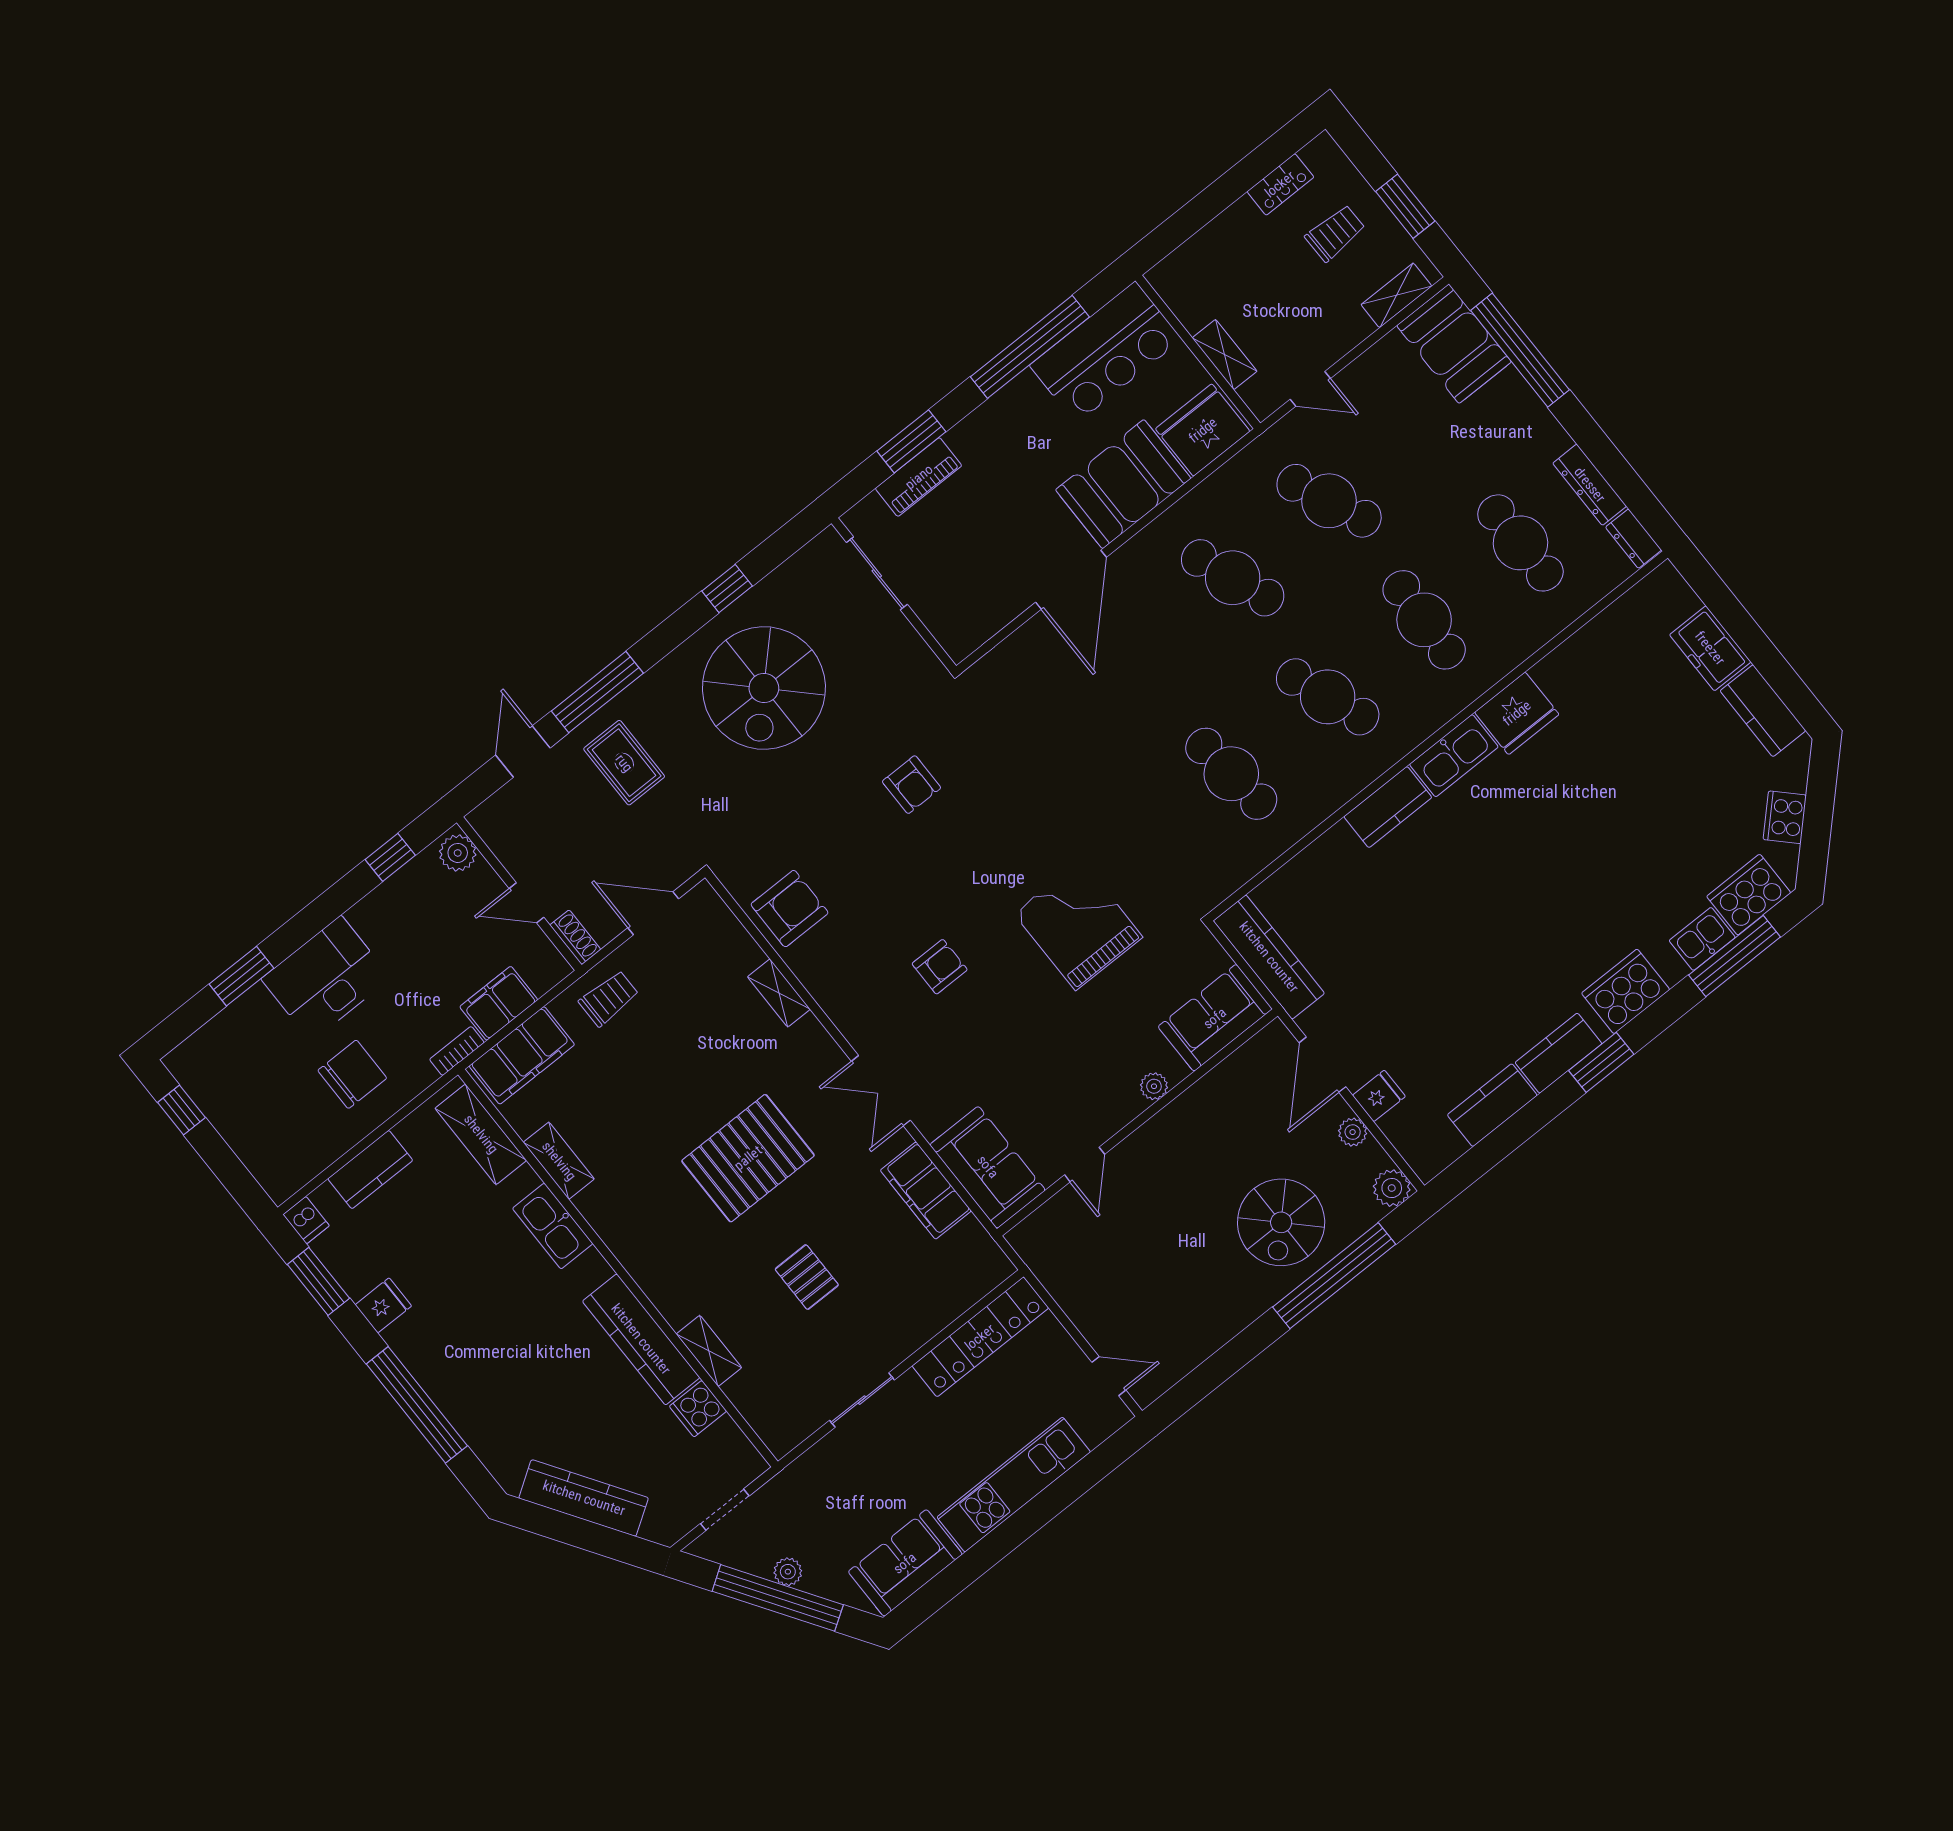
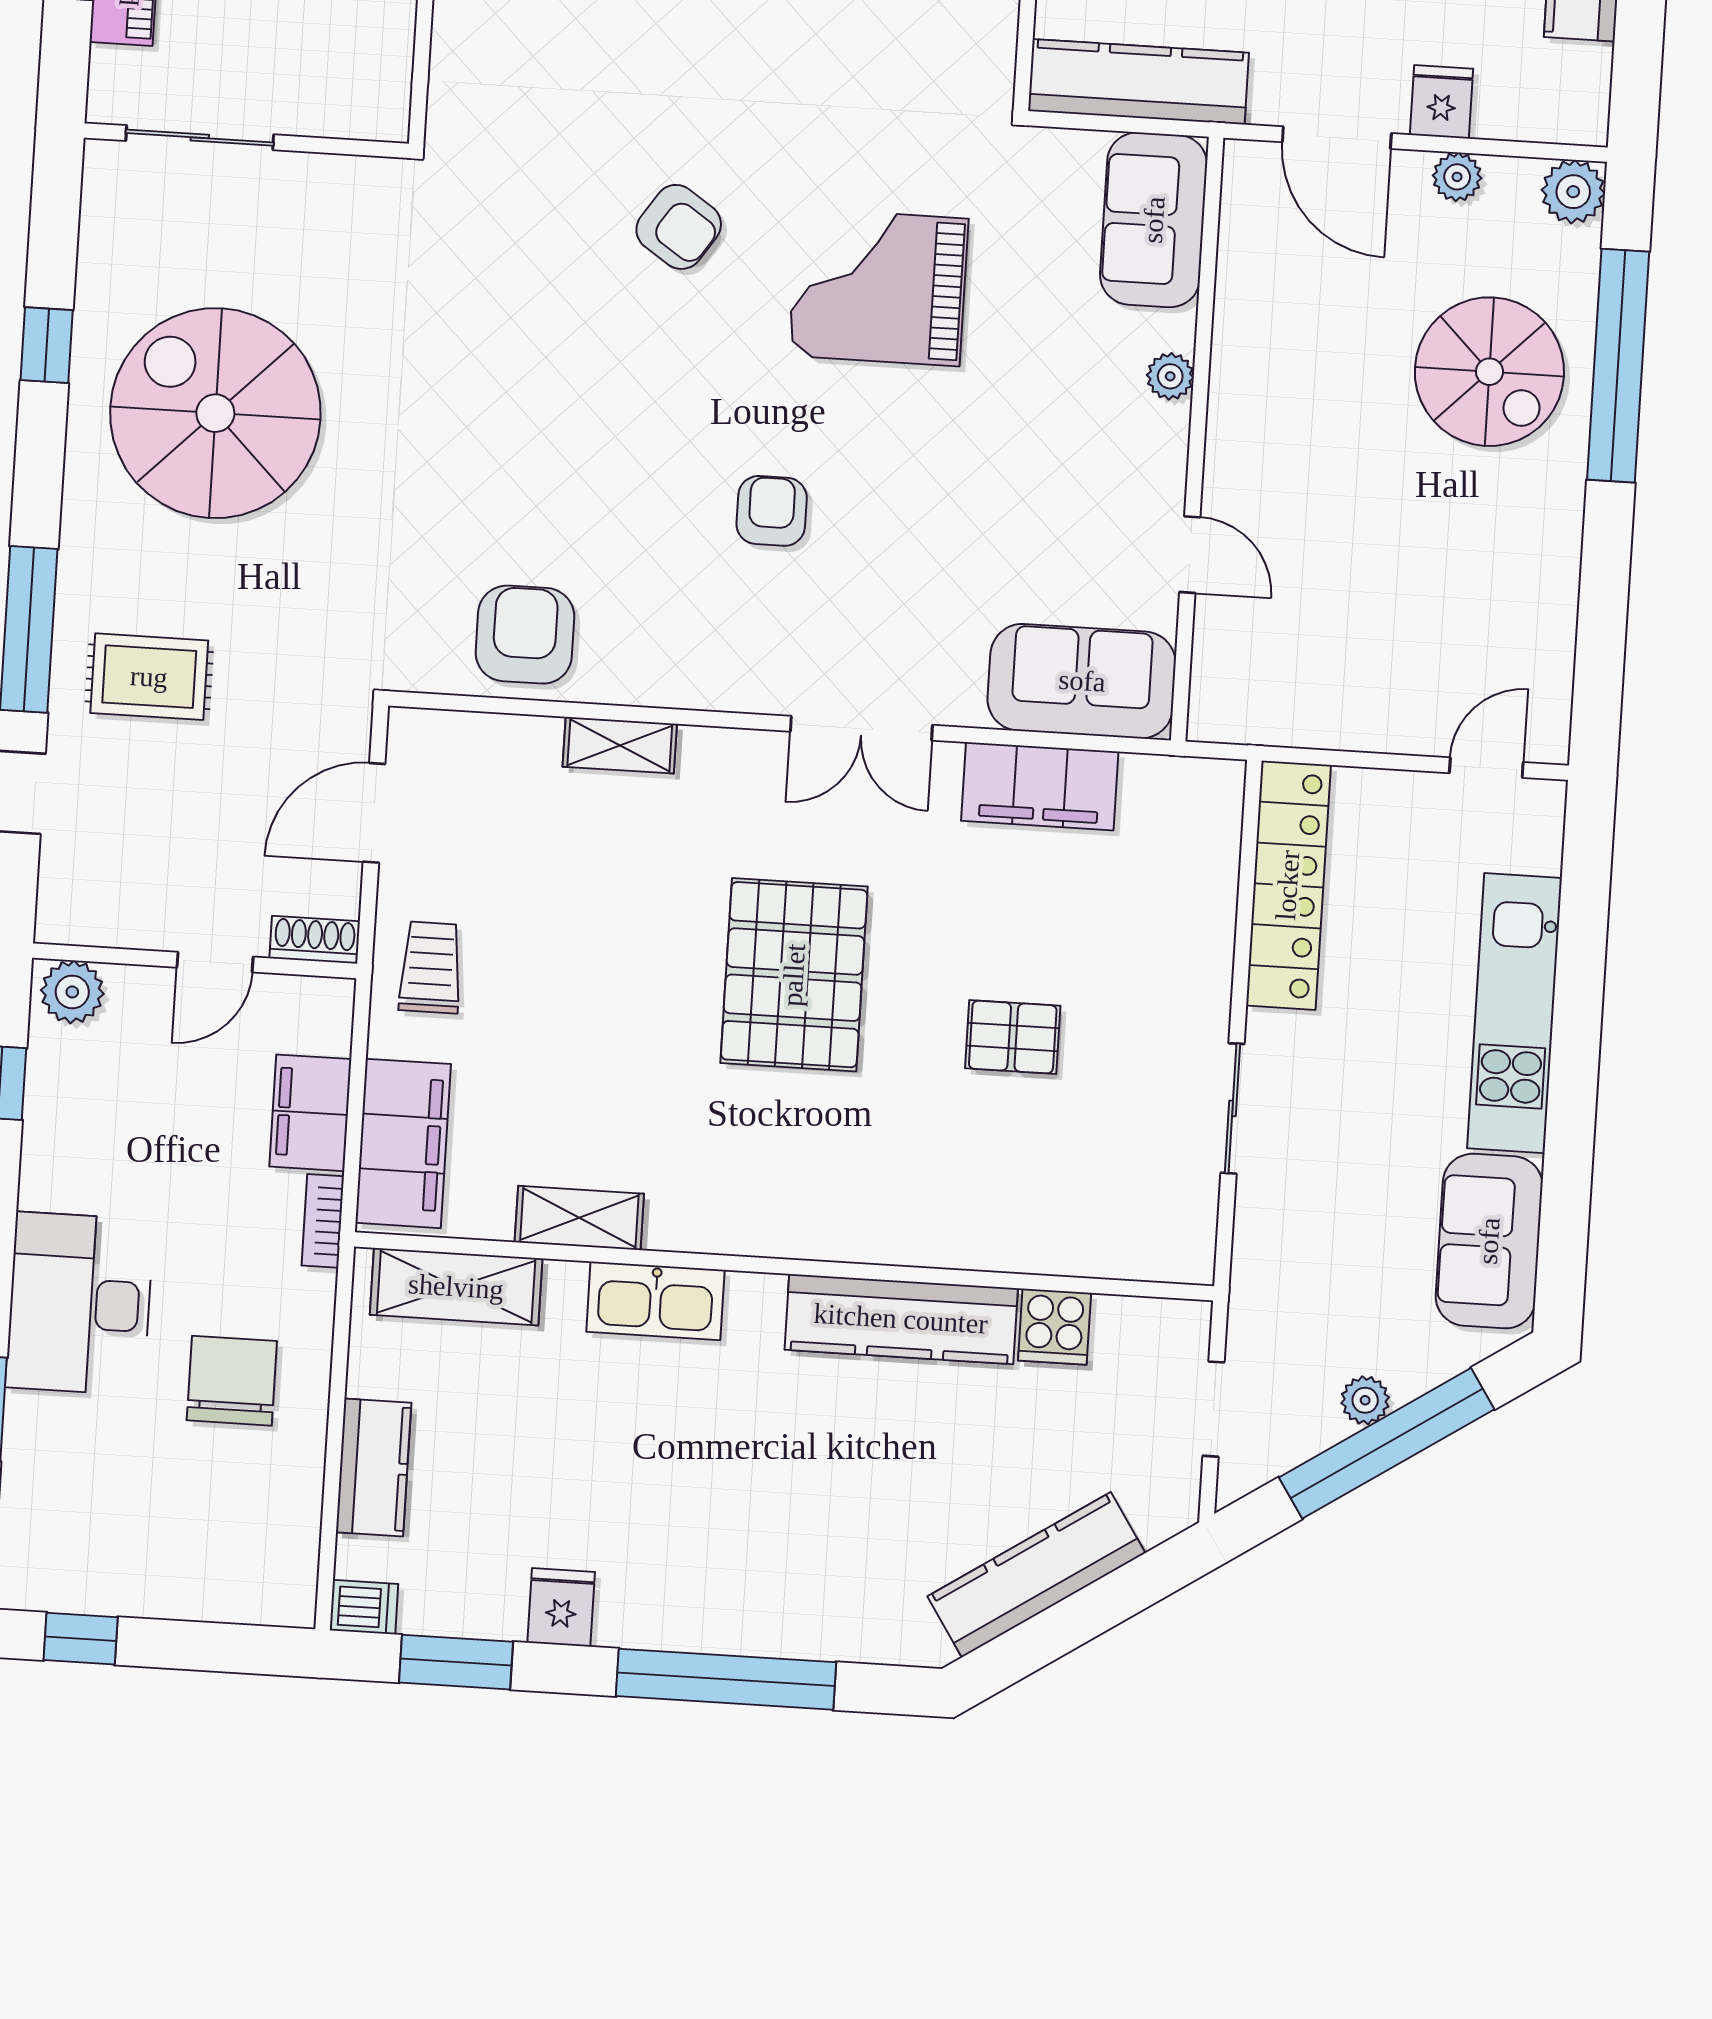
spiral stairs: (764, 688) -> (215, 413), turned 180
armchair: (912, 785) -> (679, 227), moved, turned 34
shelving: (709, 1351) -> (994, 1246), removed

